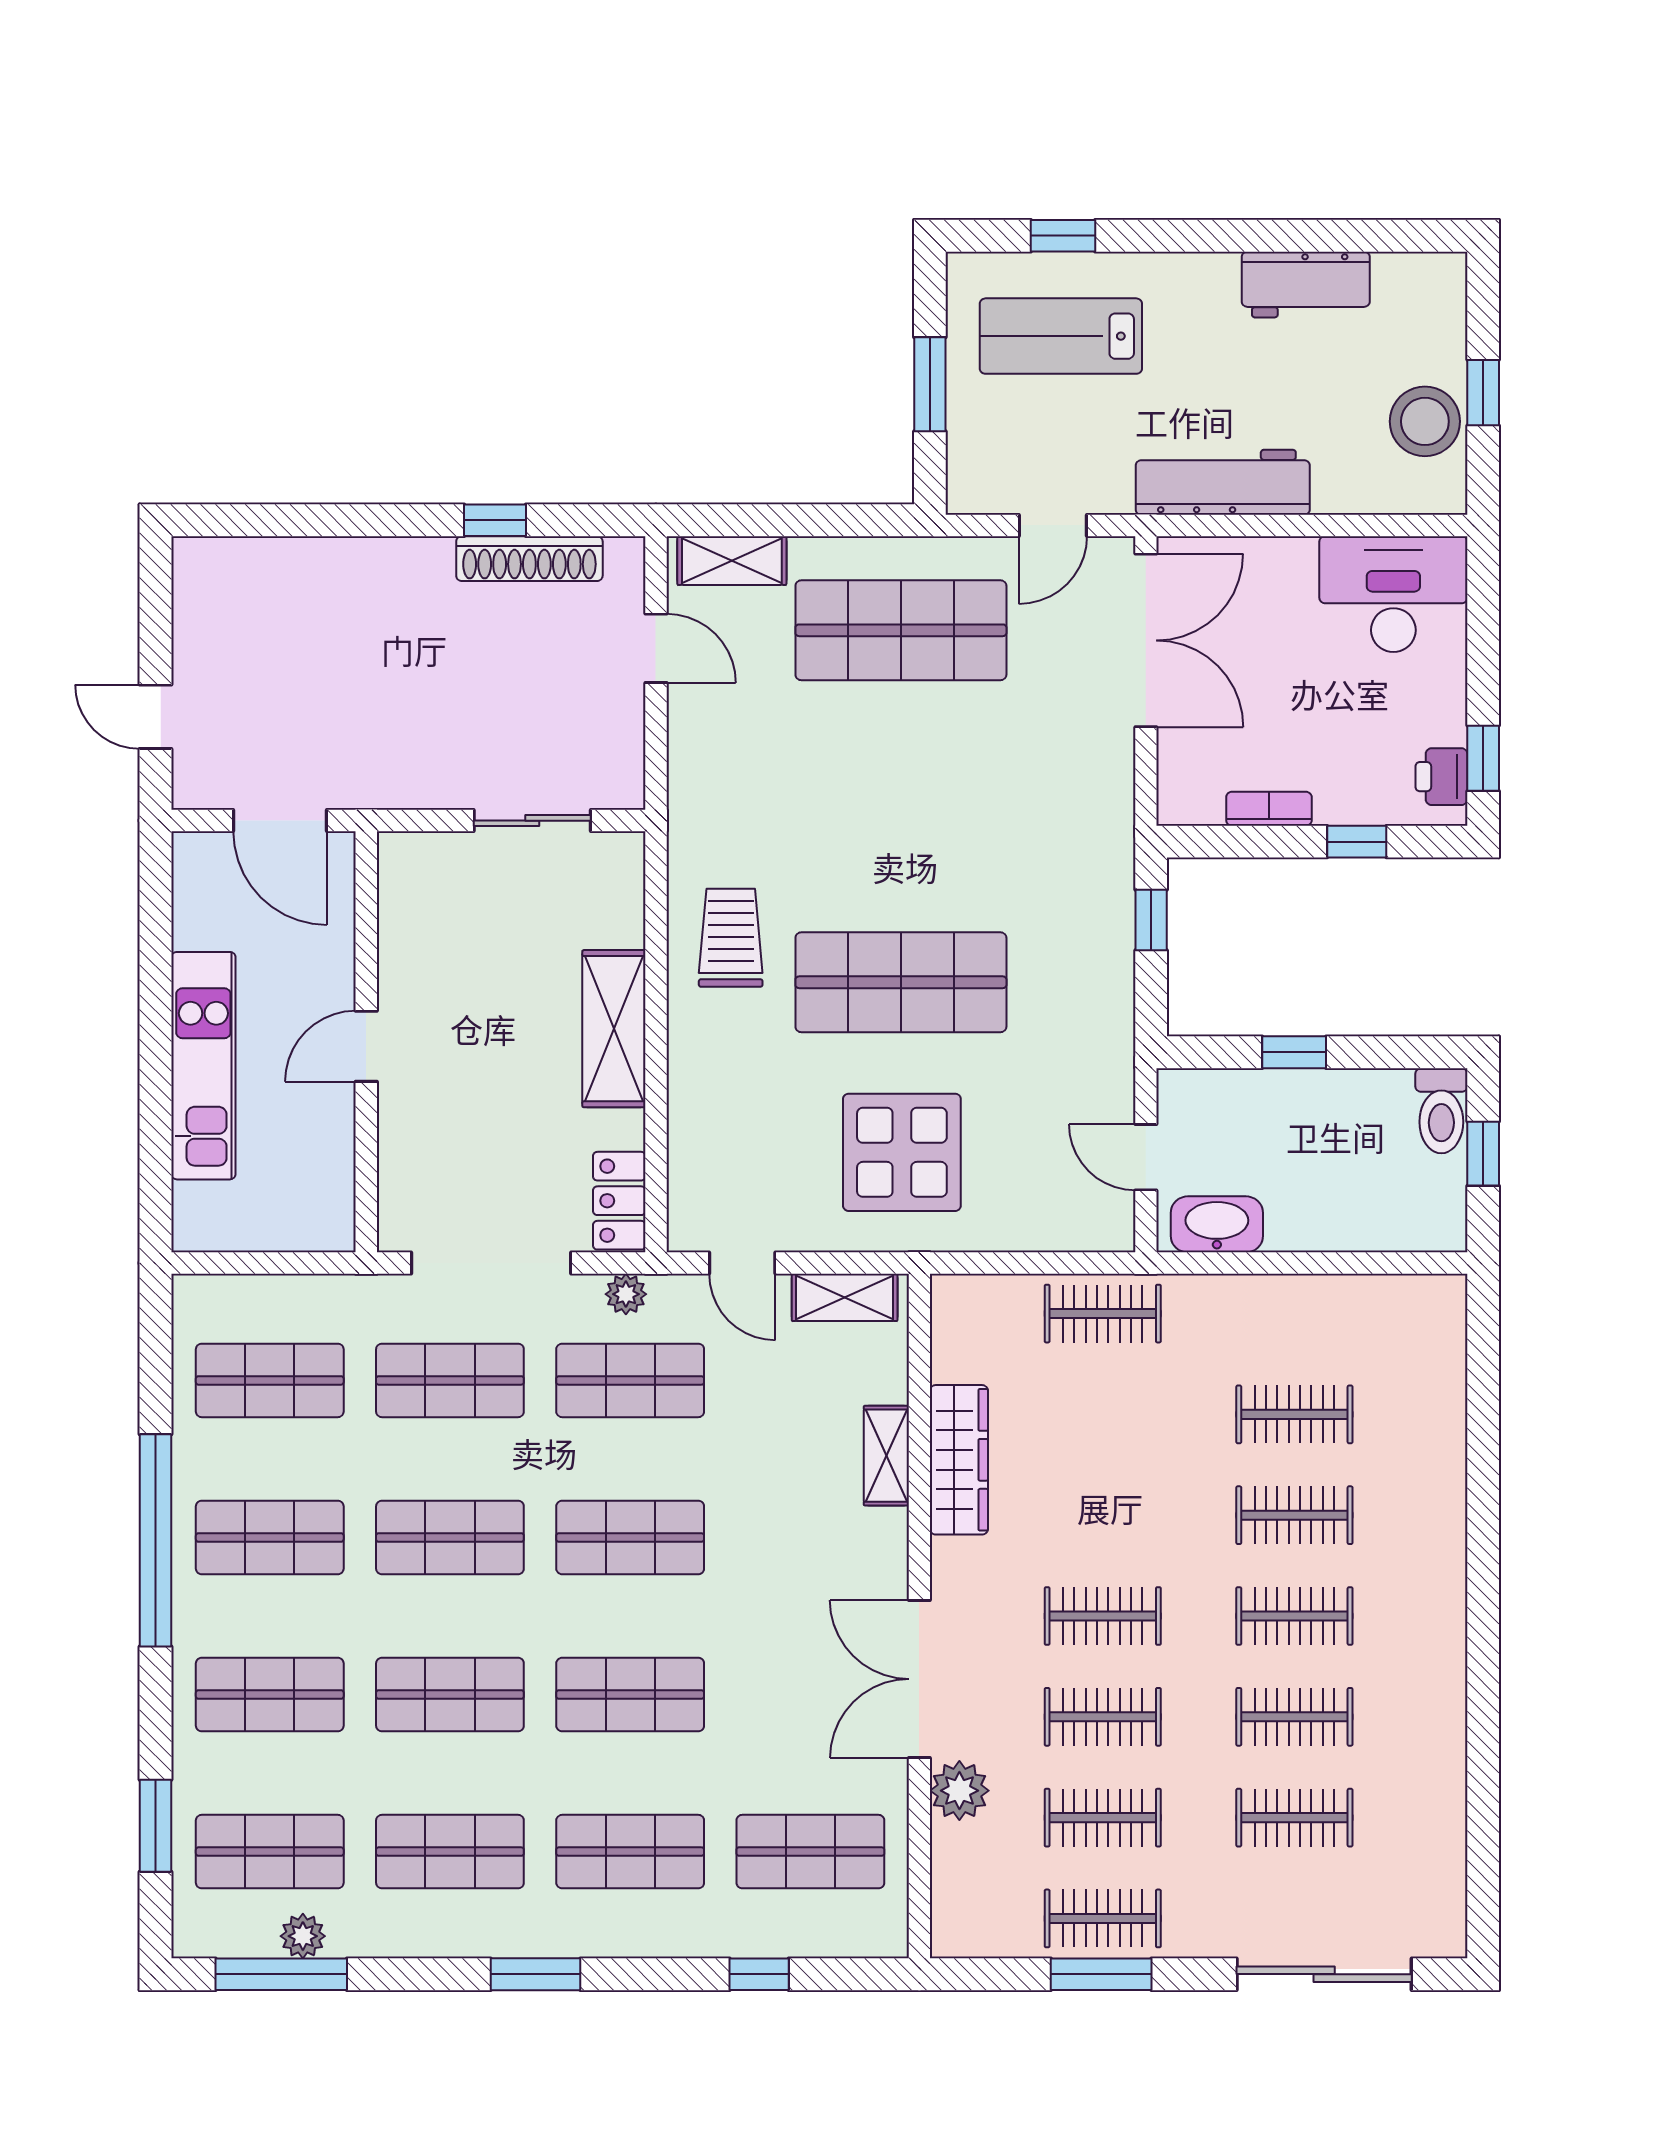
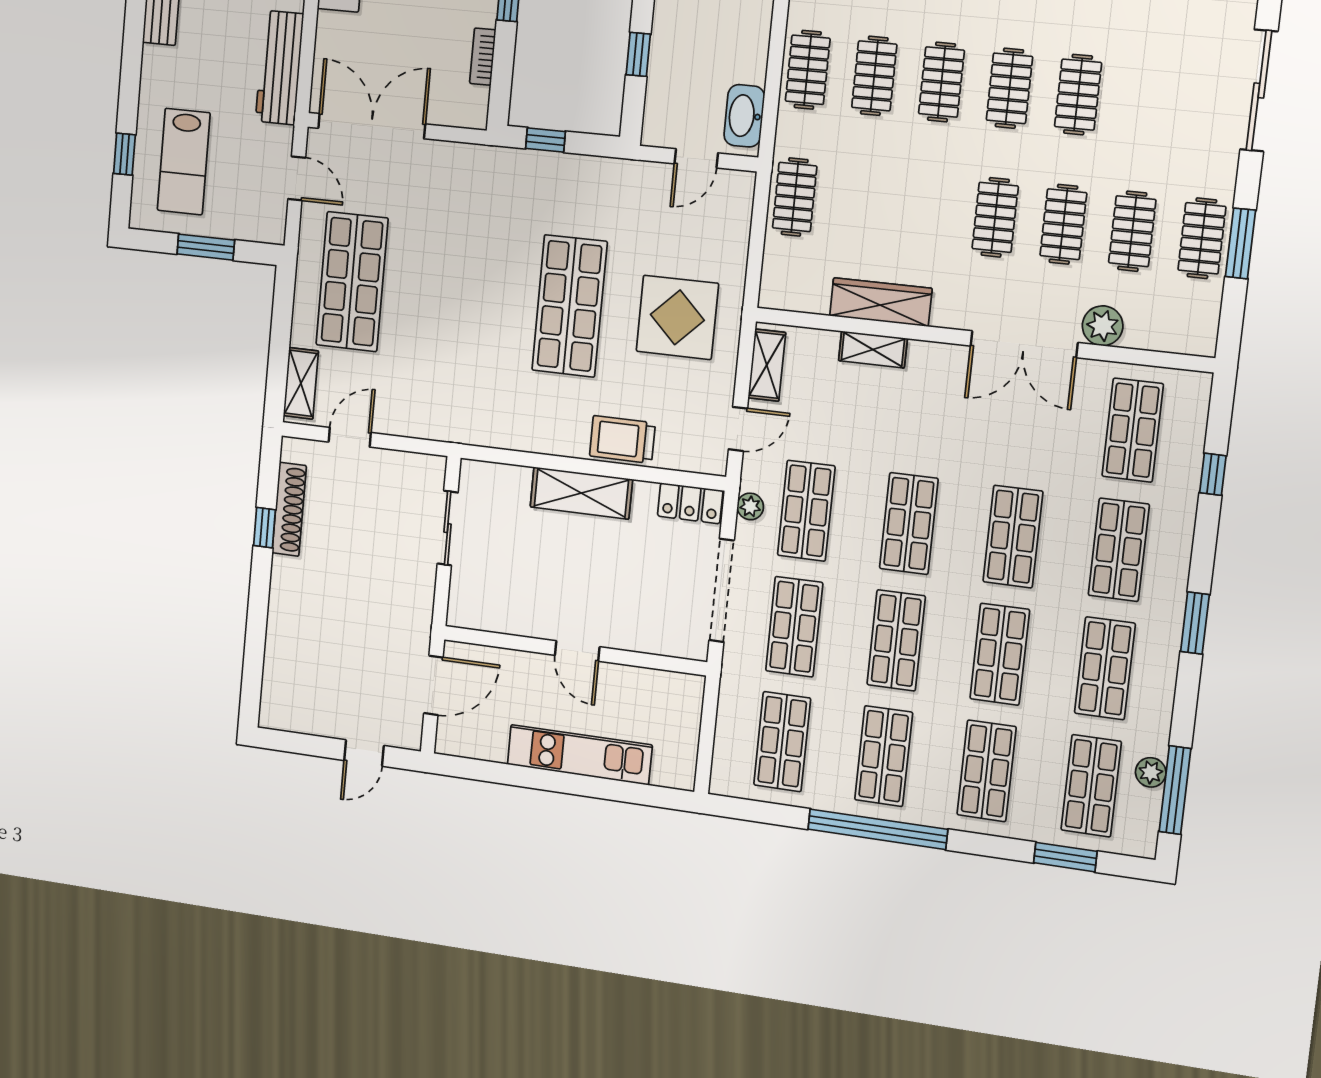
trolley: (731, 938) -> (622, 439), moved
clothes rail: (1294, 1818) -> (808, 70), moved

